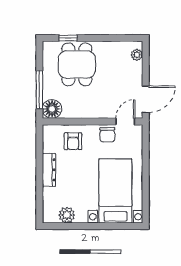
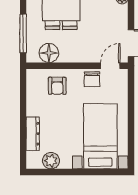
floor lamp: (52, 109) -> (49, 53), moved
dresser: (49, 170) -> (33, 134), moved

